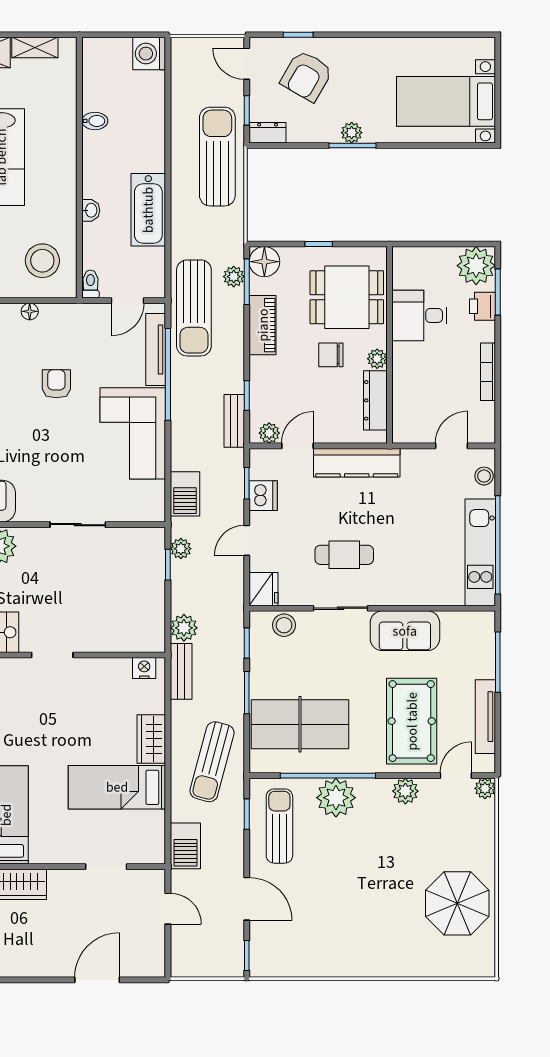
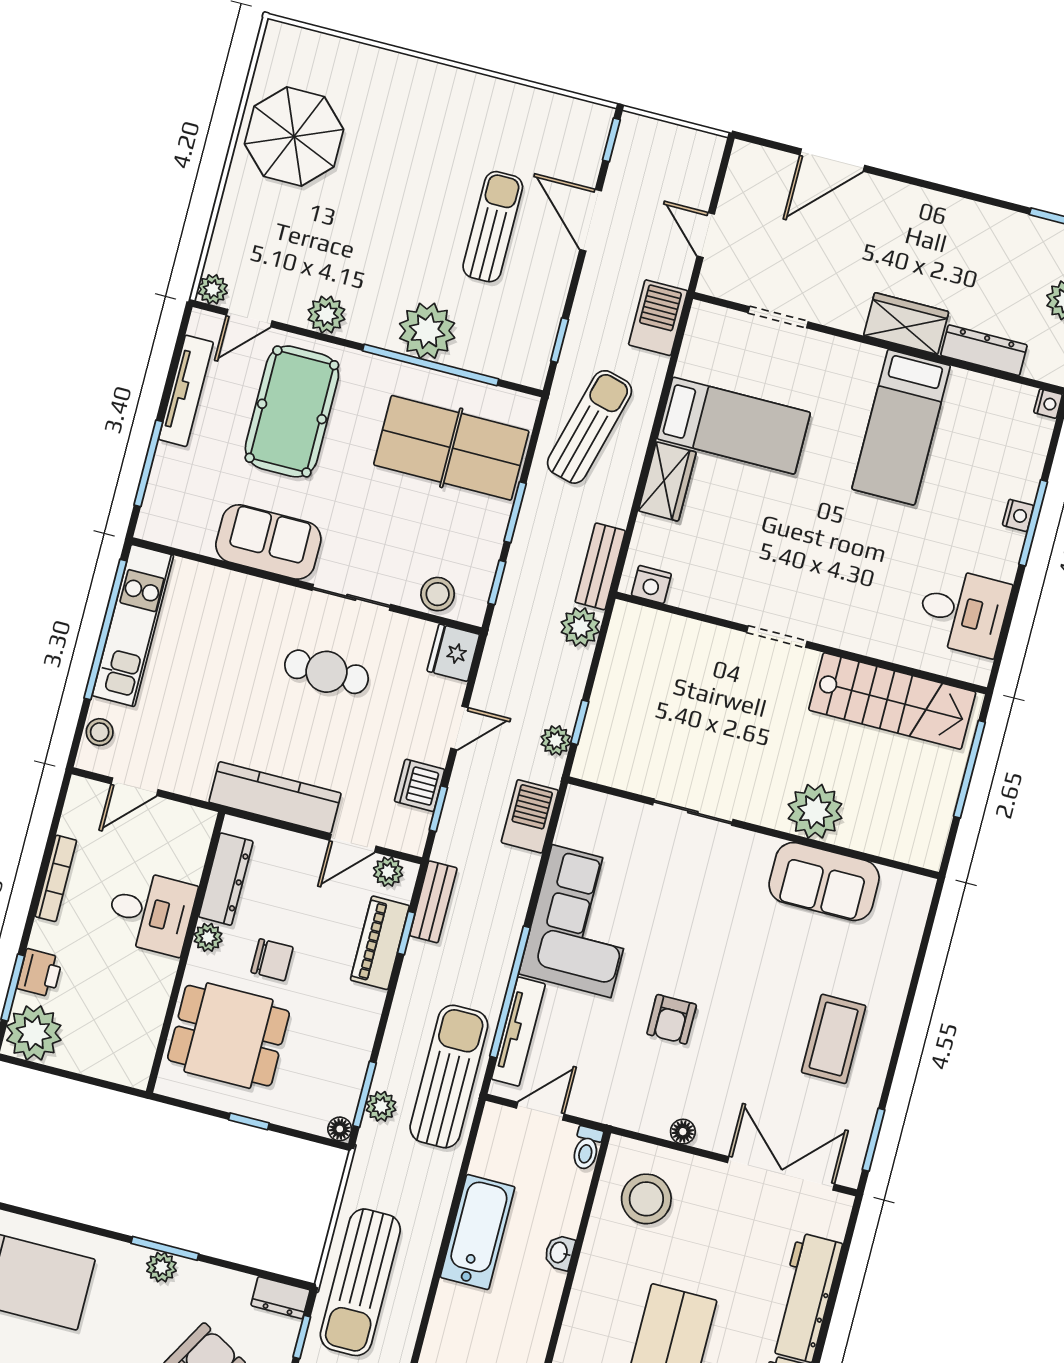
floor lamp: (264, 262) -> (340, 1129), width x0.53, depth x0.53
desk: (419, 315) -> (151, 912), moved
piano: (263, 325) -> (380, 943), moved
sun lounger: (279, 826) -> (493, 227), moved, turned 180

